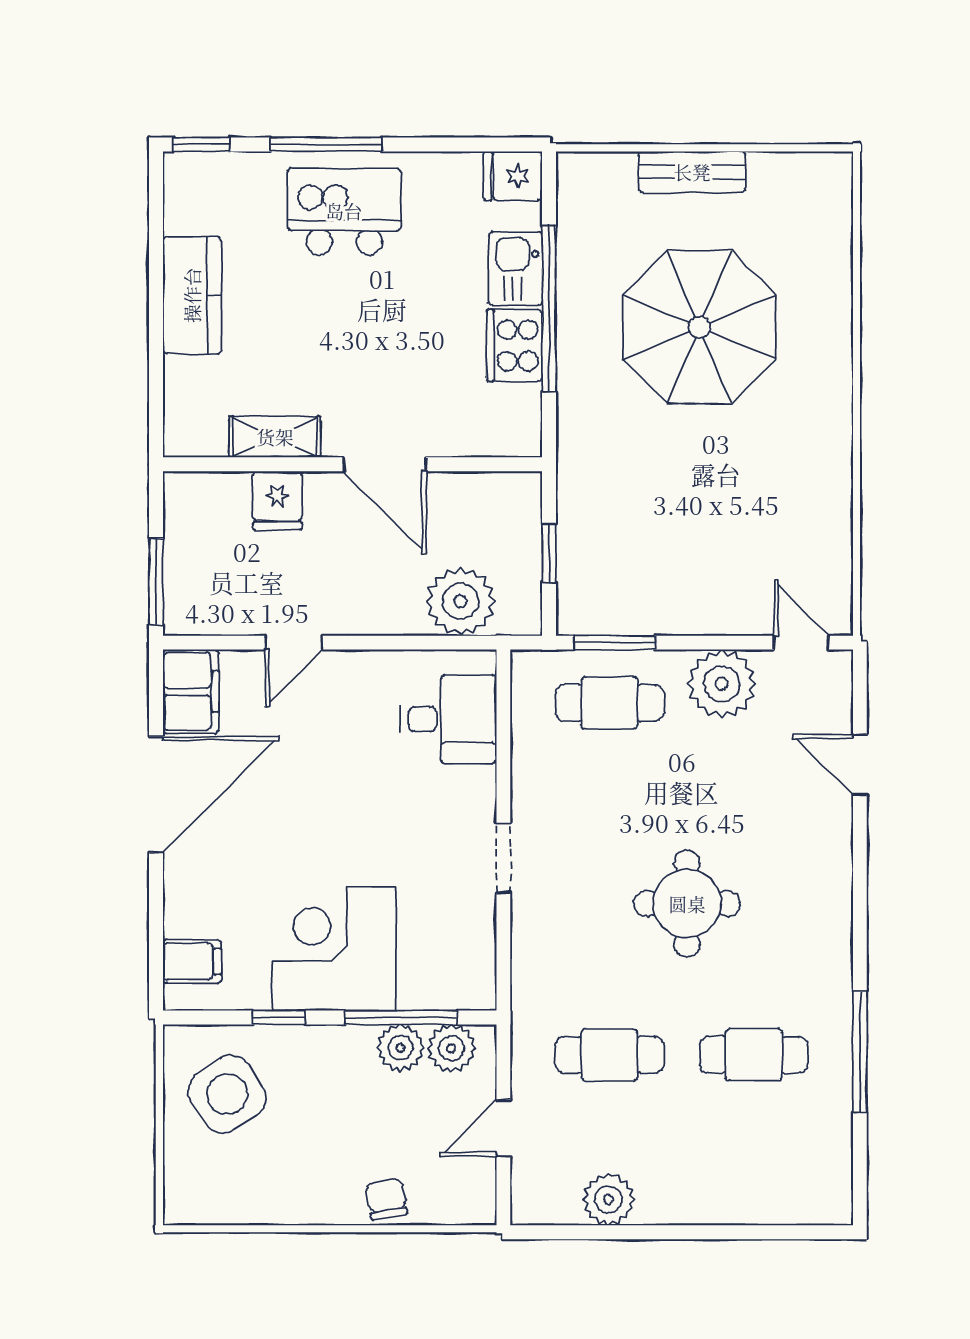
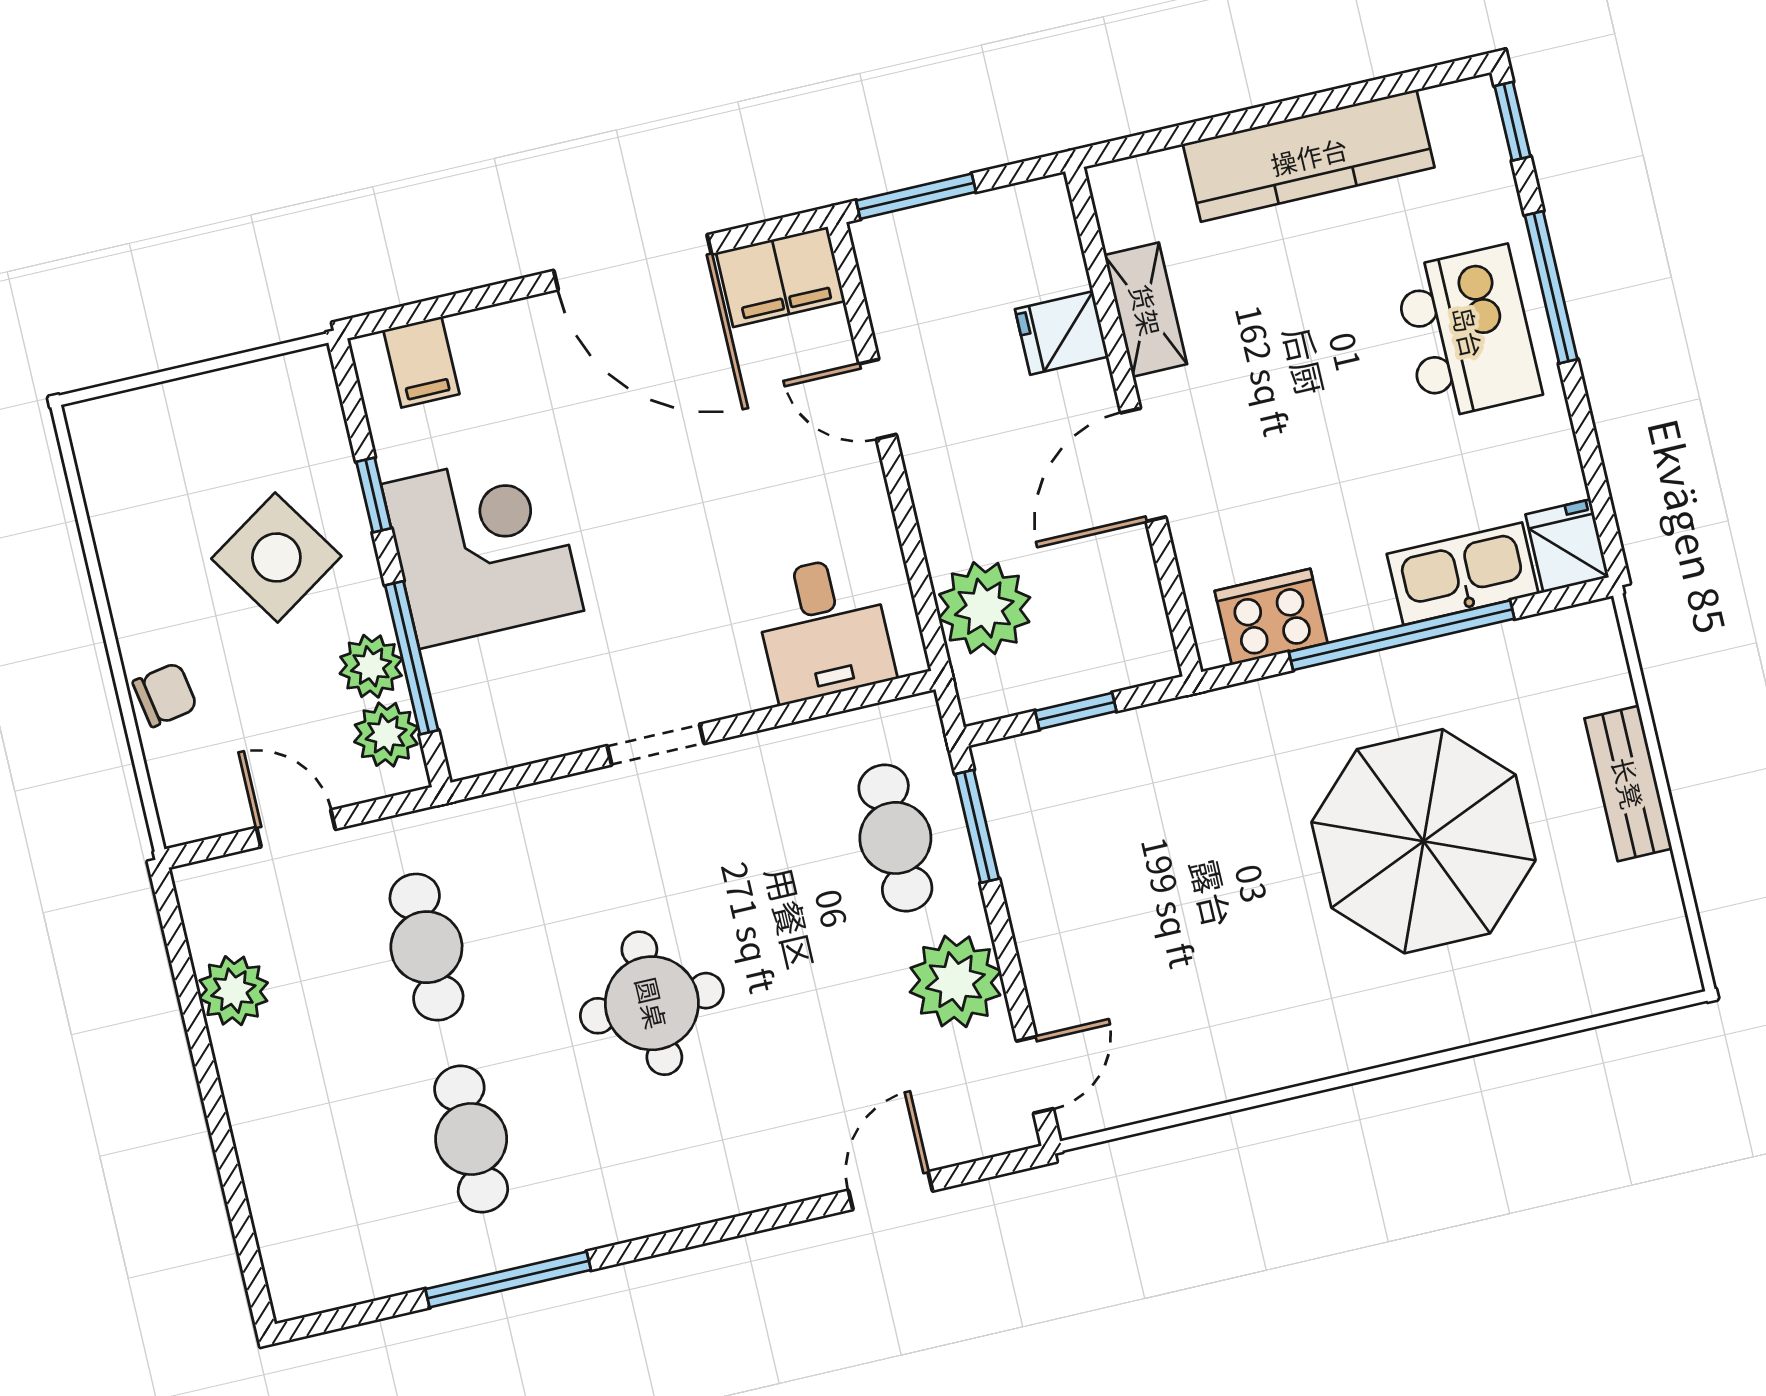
kitchen sink: (515, 269) -> (1463, 574), width x1.38
kitchen counter: (192, 295) -> (1309, 156), width x1.50
cooker: (514, 345) -> (1271, 617), moved
side table: (227, 1094) -> (276, 557), moved

